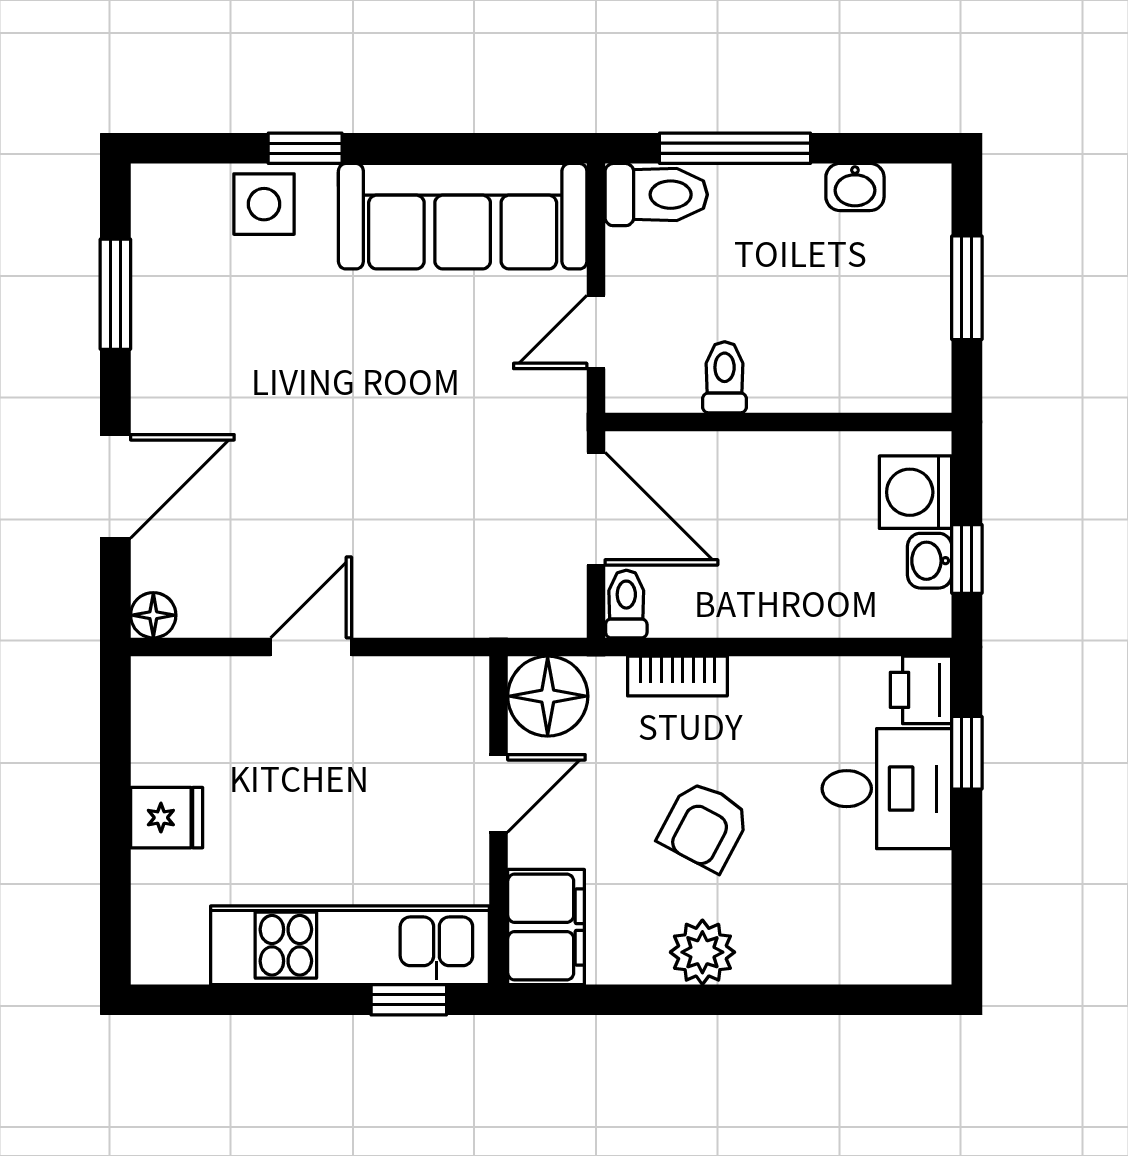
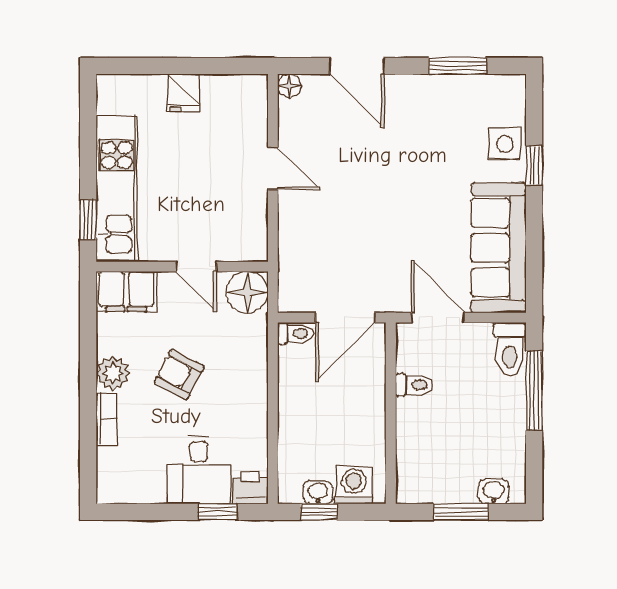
washbasin: (855, 187) -> (494, 492), moved, turned 90
door: (596, 332) -> (438, 318), width x1.38
bookcase: (677, 676) -> (107, 419), moved, turned 180

